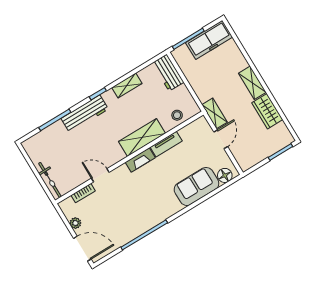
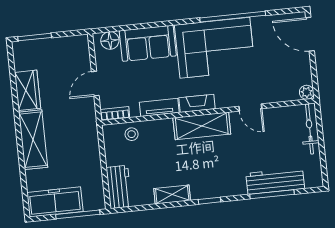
shelving: (252, 83) -> (33, 140), width x1.50, depth x1.33
shelving: (214, 113) -> (88, 116), removed
workbench: (85, 114) -> (275, 181), moved
shelving: (142, 137) -> (202, 126), moved
bookcase: (83, 193) -> (115, 114), moved
corner sofa: (146, 206) -> (215, 48), added
plant: (75, 223) -> (307, 92), moved

